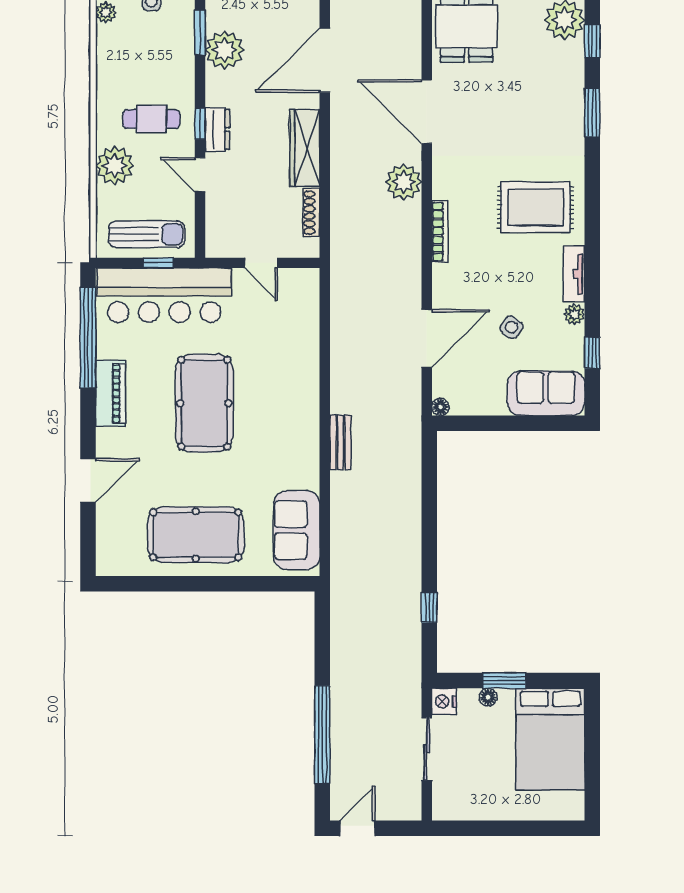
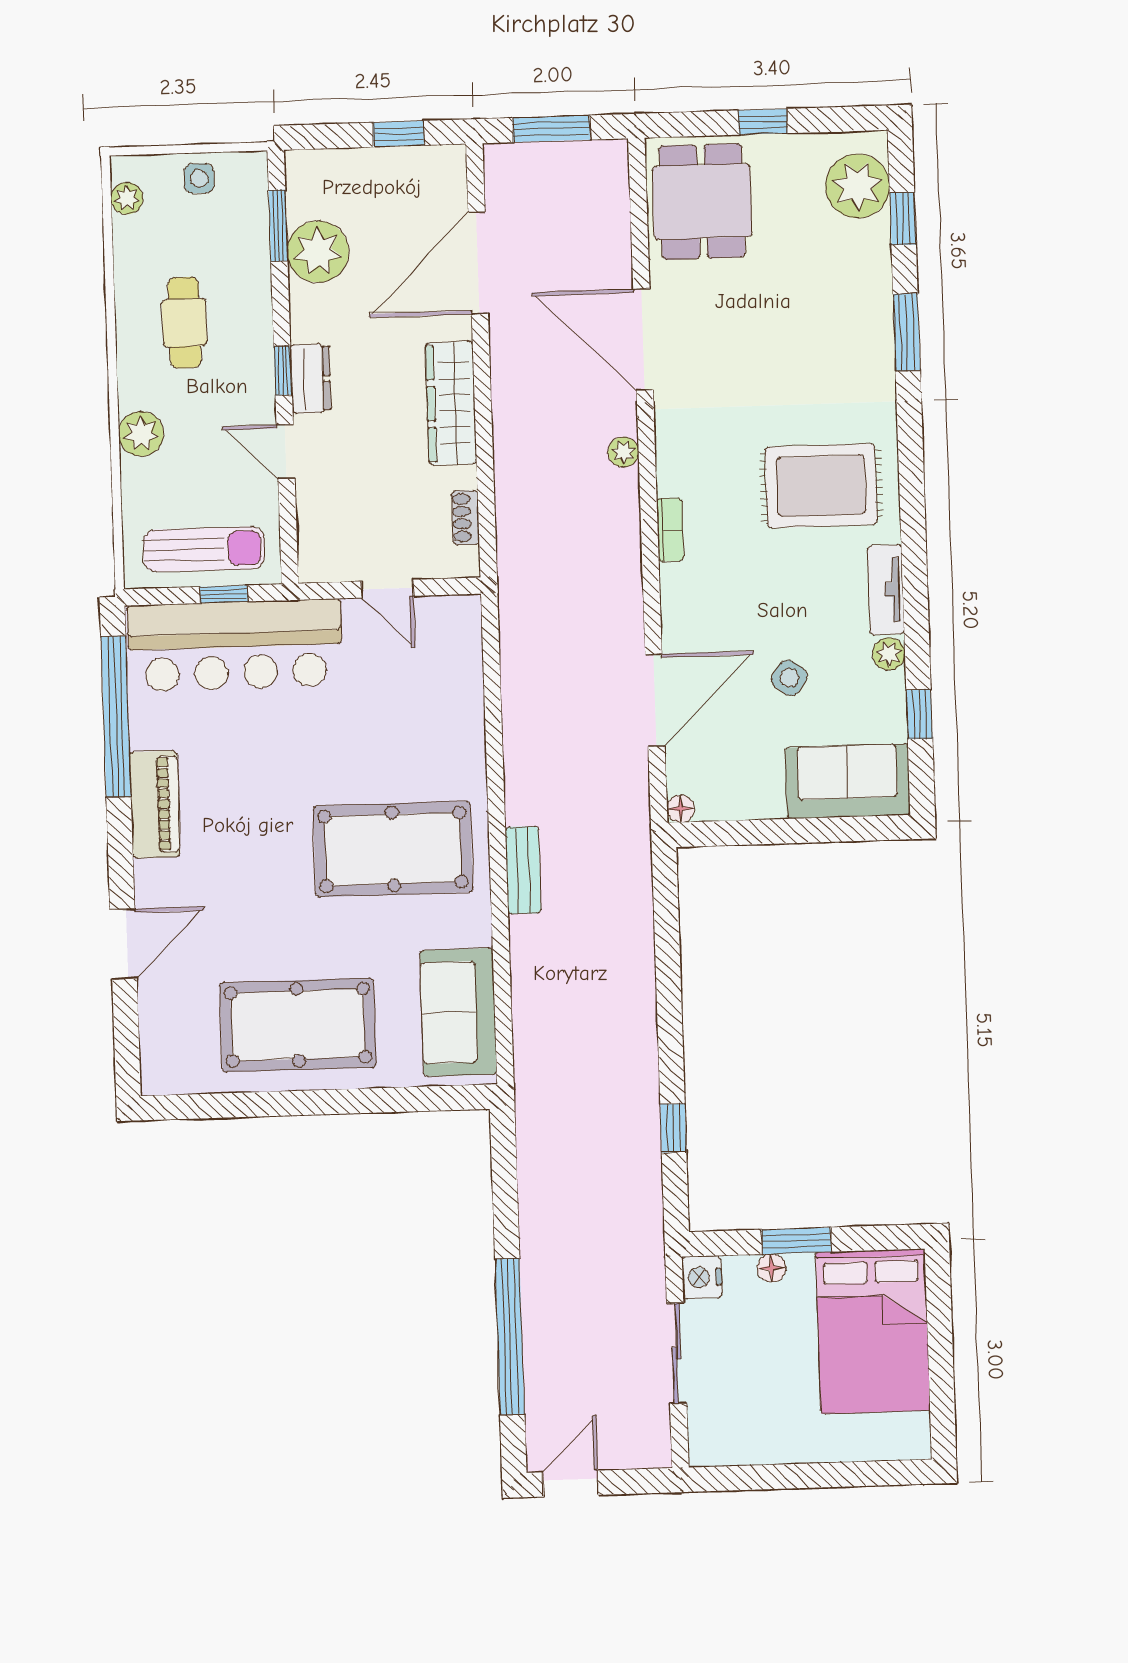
cafe table: (151, 119) -> (184, 323), moved, turned 90
plant: (115, 166) -> (141, 434), width x0.73, depth x0.73
plant: (404, 182) -> (623, 452), width x0.53, depth x0.53
shoe rack: (311, 213) -> (465, 518), width x0.70
bookcase: (440, 232) -> (670, 530), width x0.64
pool table: (204, 403) -> (393, 849), moved, turned 90

